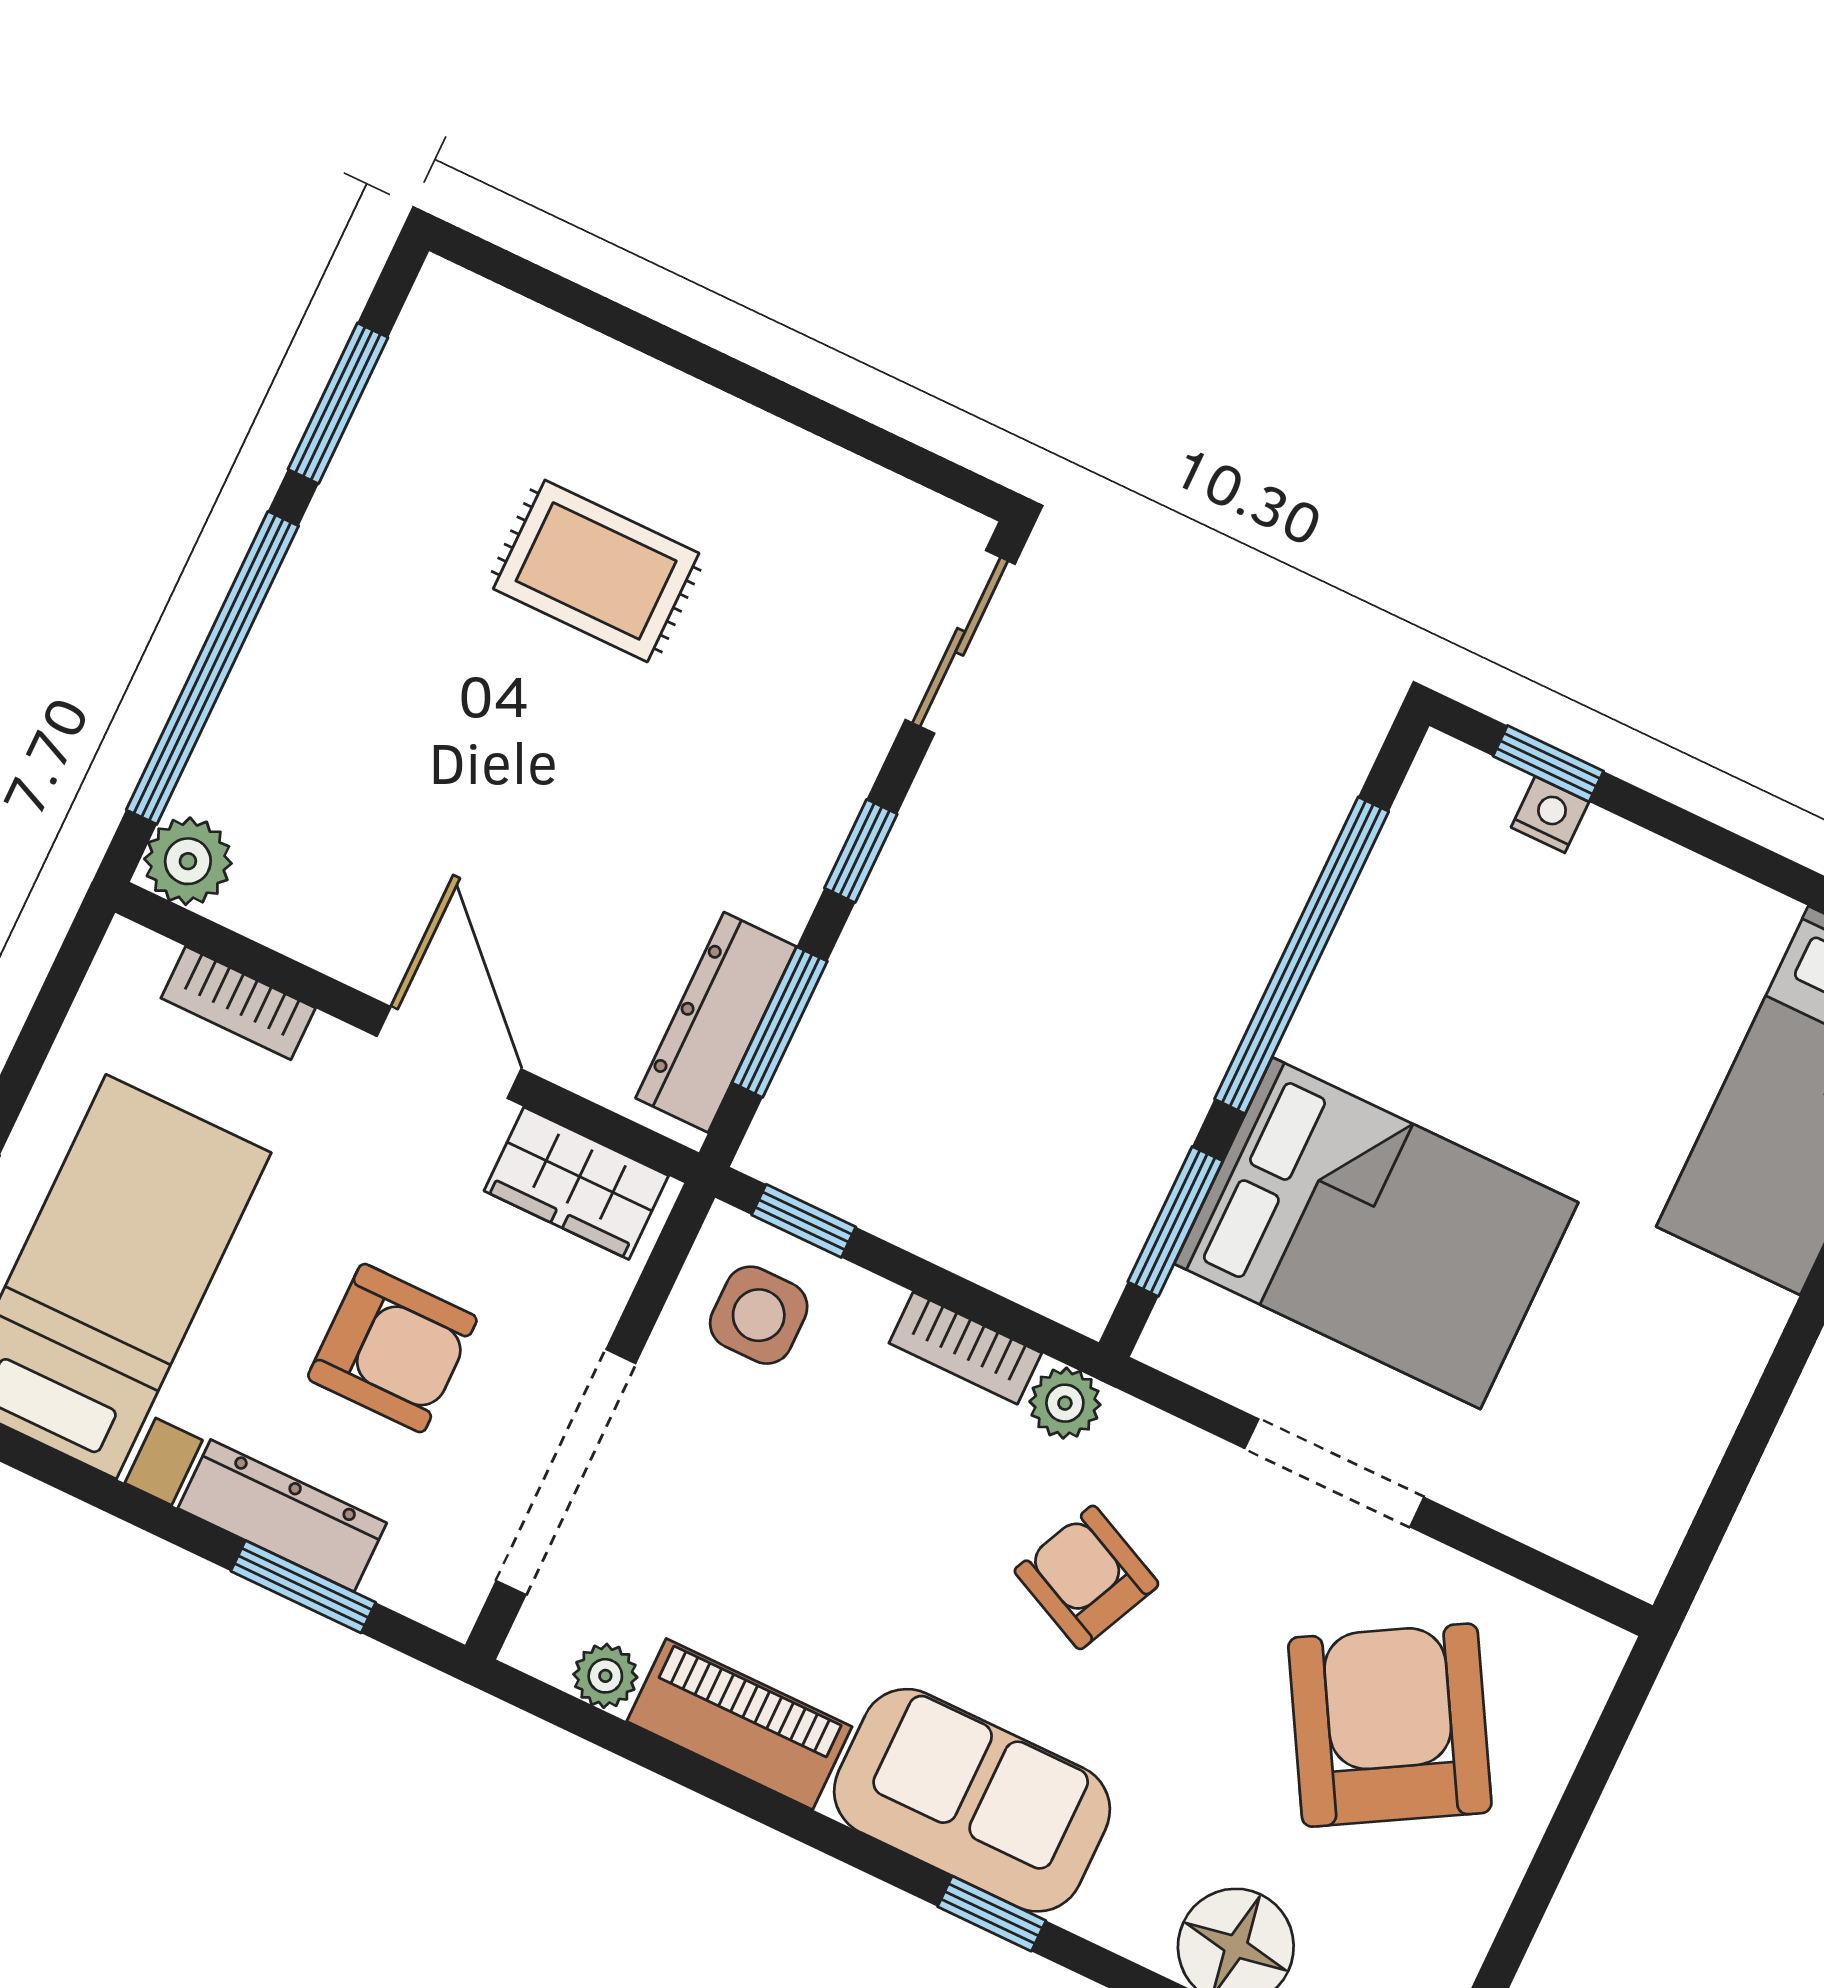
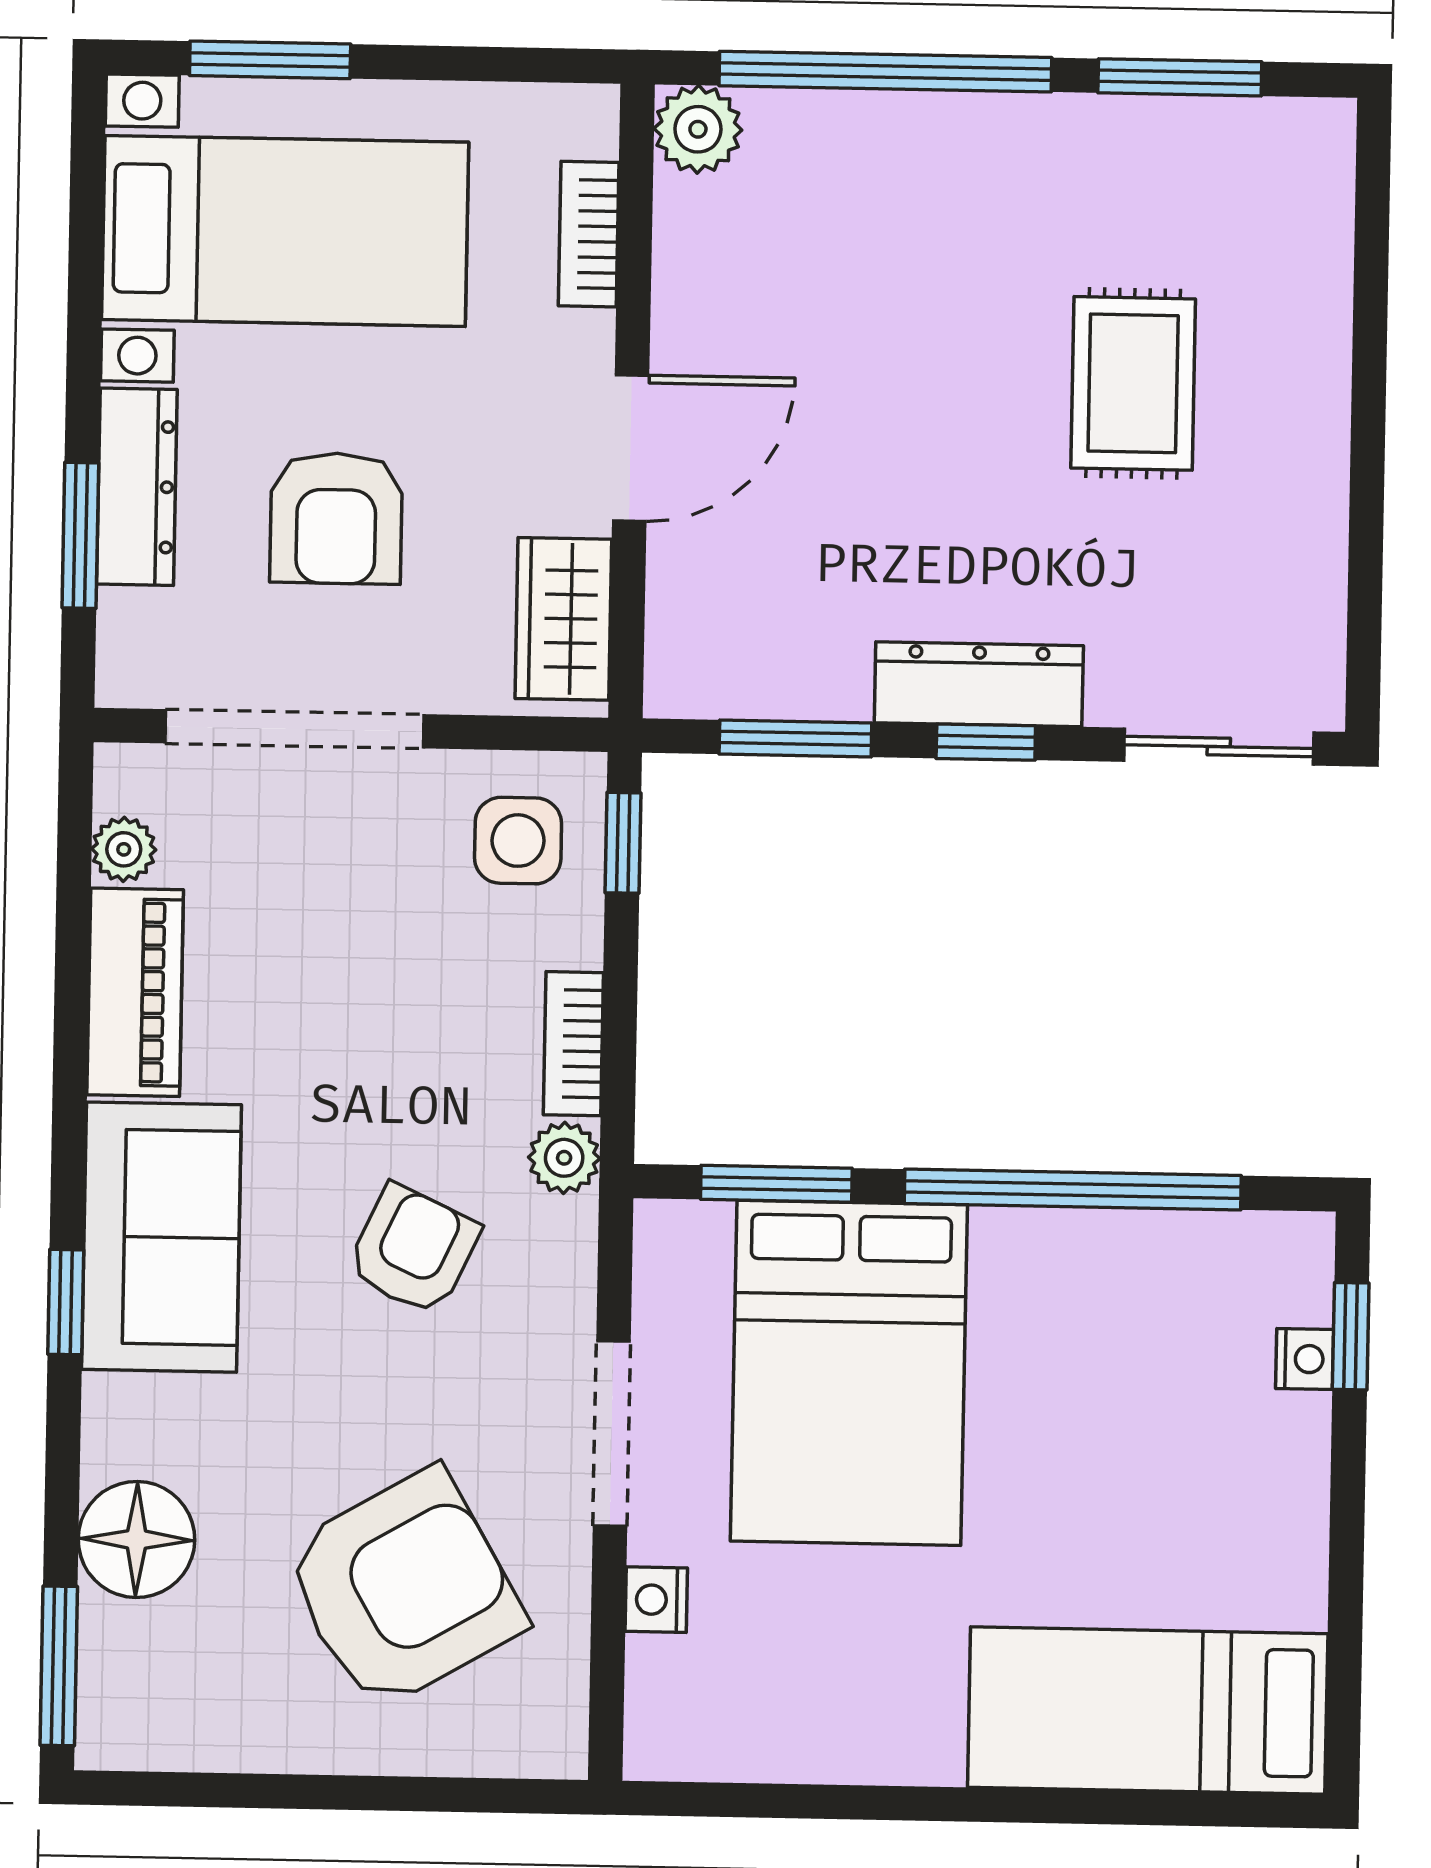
dresser: (716, 1022) -> (979, 684), moved
nightstand: (1503, 1500) -> (656, 1600), added

